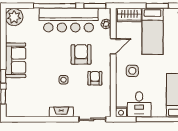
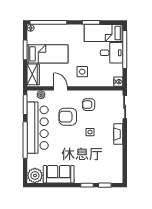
sofa: (16, 60) -> (59, 174), moved
desk: (139, 104) -> (112, 53), moved

